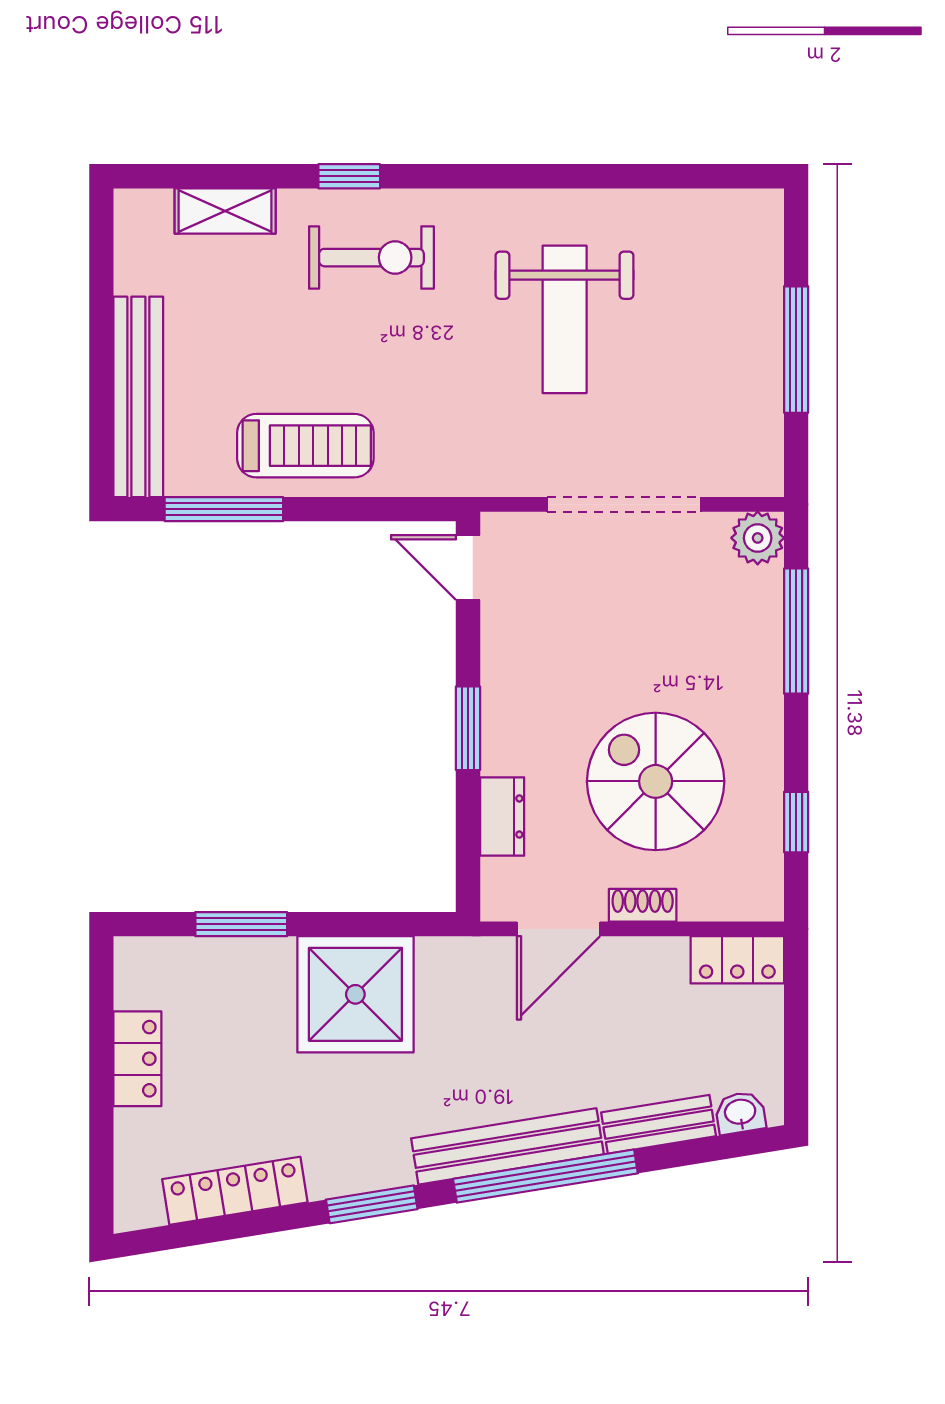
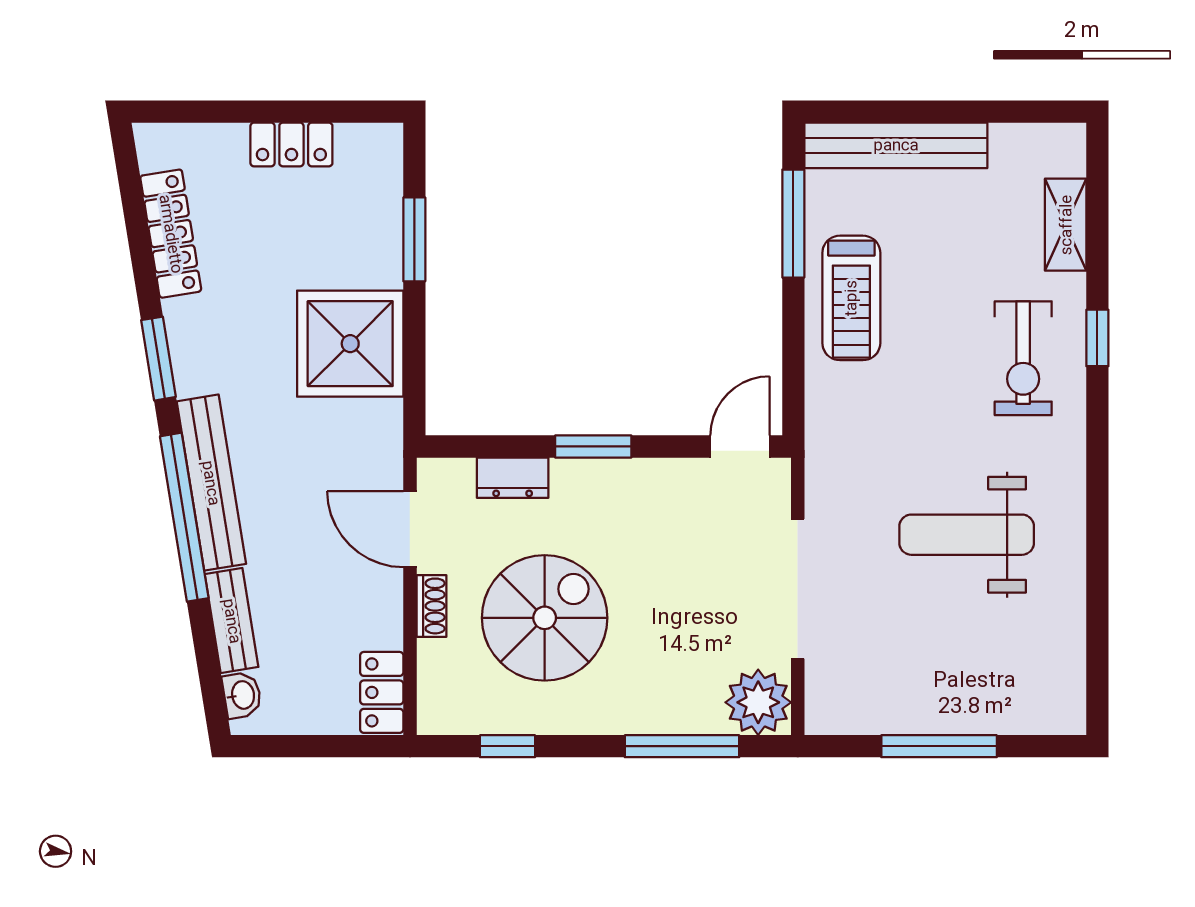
plant: (758, 538) -> (758, 702), width x1.36, depth x1.36

